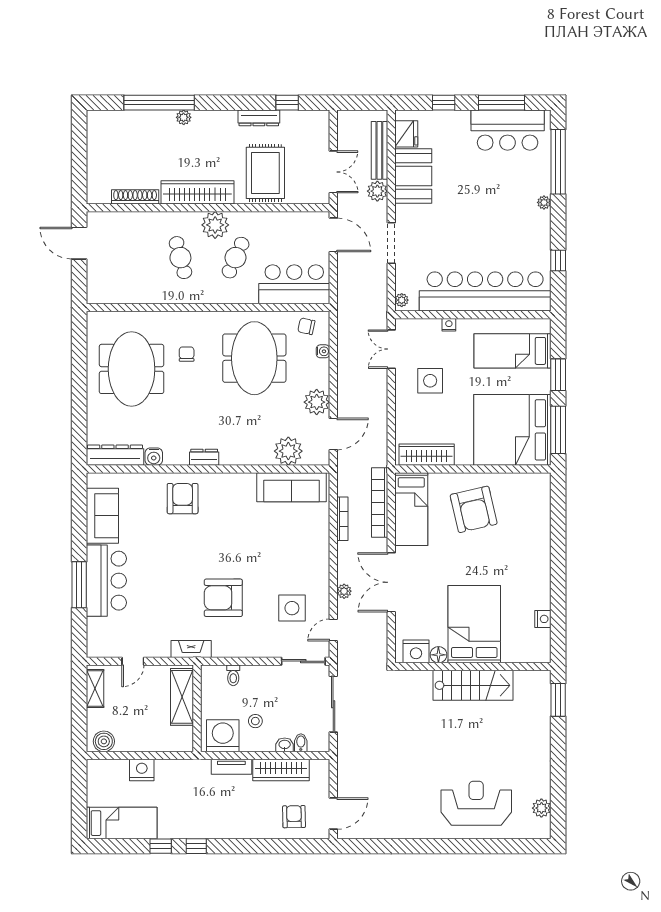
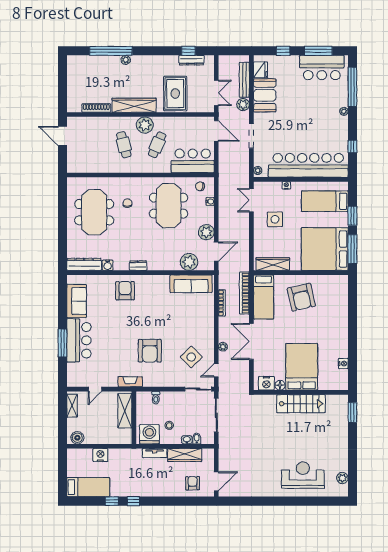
dresser: (259, 118) -> (191, 60), moved
armchair: (223, 598) -> (150, 351), turned -90
side table: (292, 608) -> (191, 357), turned 45

